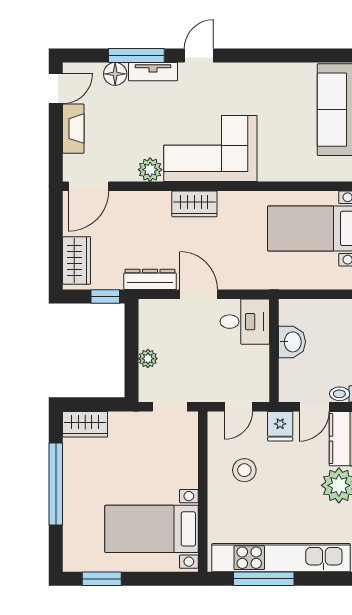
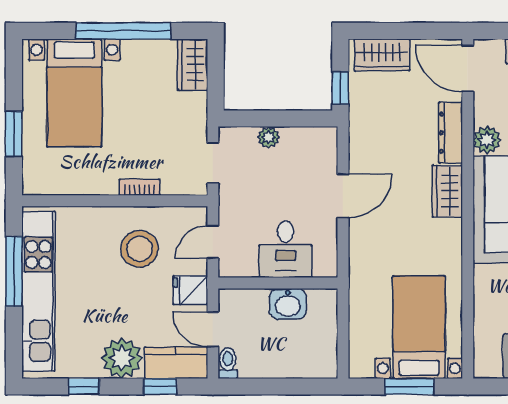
dresser: (150, 279) -> (451, 133), moved, turned 180
desk: (245, 322) -> (285, 249), moved
door: (238, 407) -> (213, 242), hinge flipped
bookcase: (191, 470) -> (140, 187), added
stool: (244, 470) -> (140, 249), width x1.38, depth x1.38
bed with nightstands: (151, 529) -> (74, 93), moved, turned 180
window: (102, 579) -> (14, 134), moved

